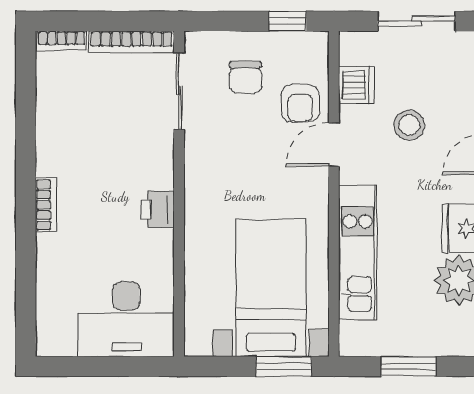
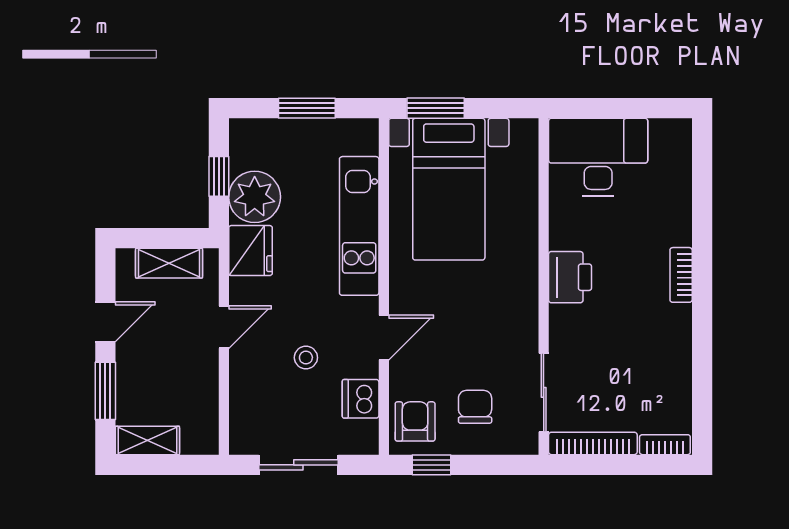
armchair: (300, 103) -> (415, 421), moved
stool: (409, 125) -> (306, 358), width x0.73, depth x0.73
printer: (158, 209) -> (570, 277), width x1.36, depth x1.24

